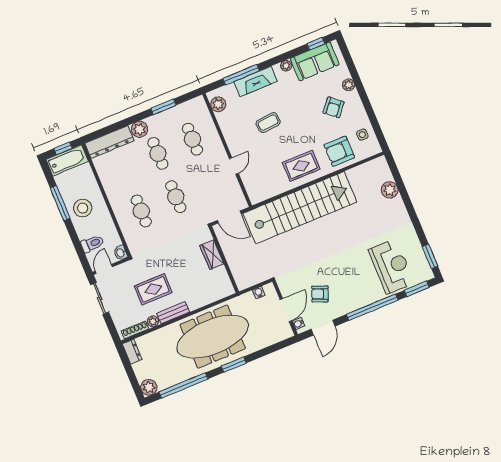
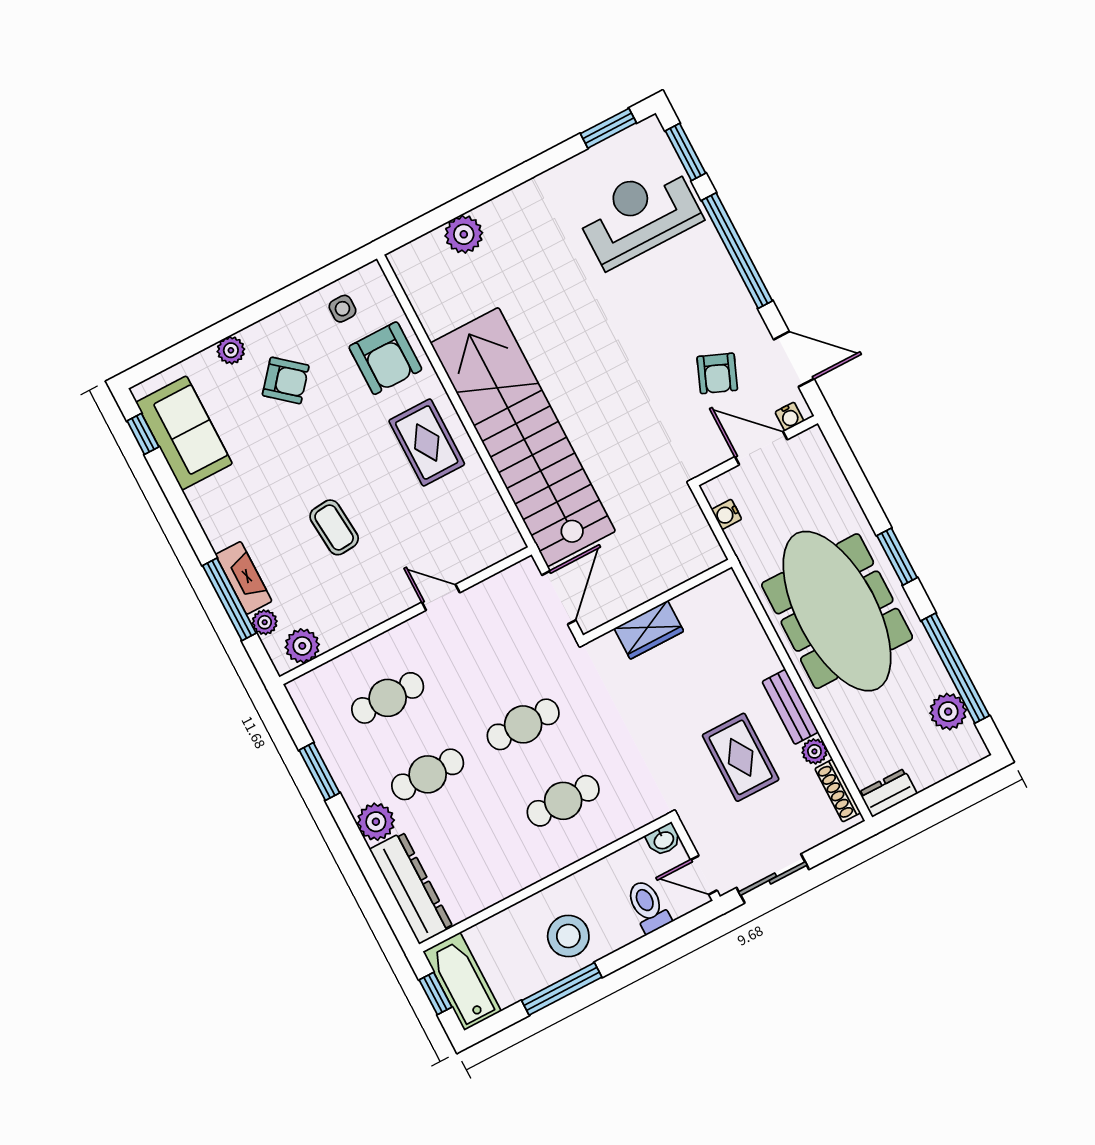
plant: (286, 66) -> (265, 622), moved
fireplace: (256, 81) -> (244, 578), width x0.73, depth x0.76
plant: (149, 387) -> (948, 712), moved

